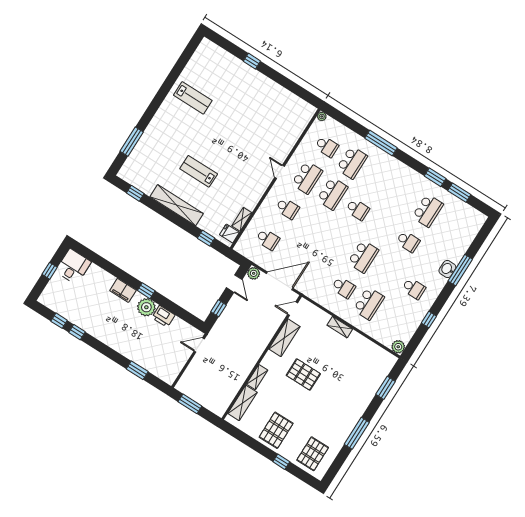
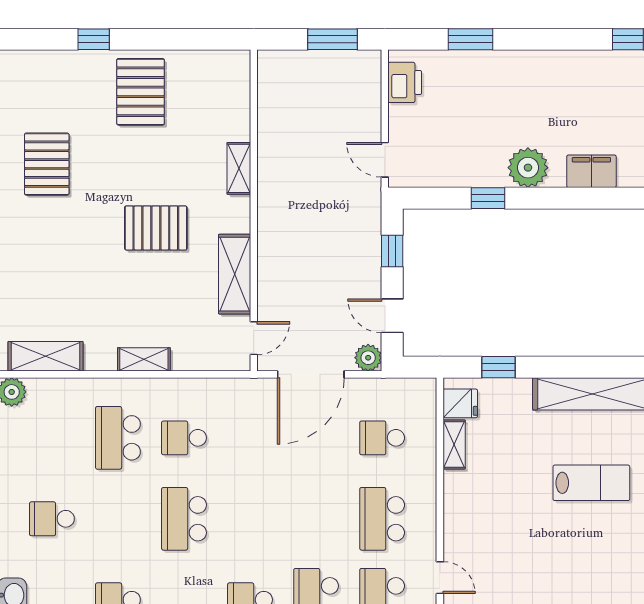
school desk: (287, 208) -> (382, 519), width x1.85
window: (146, 291) -> (488, 198), moved
printer: (163, 316) -> (405, 82), moved, turned 90
door: (199, 345) -> (385, 160), swing flipped
shelving: (242, 403) -> (45, 356), moved, turned 90
pallet: (313, 454) -> (47, 164), moved

